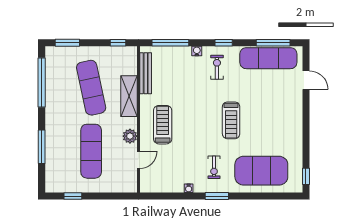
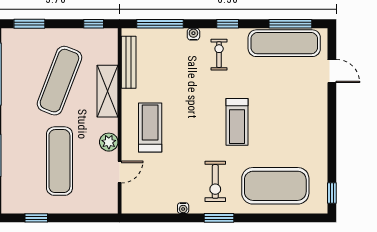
exercise mat: (91, 88) -> (59, 81), turned 33
exercise bike: (214, 167) -> (215, 181), width x1.38, depth x1.39

